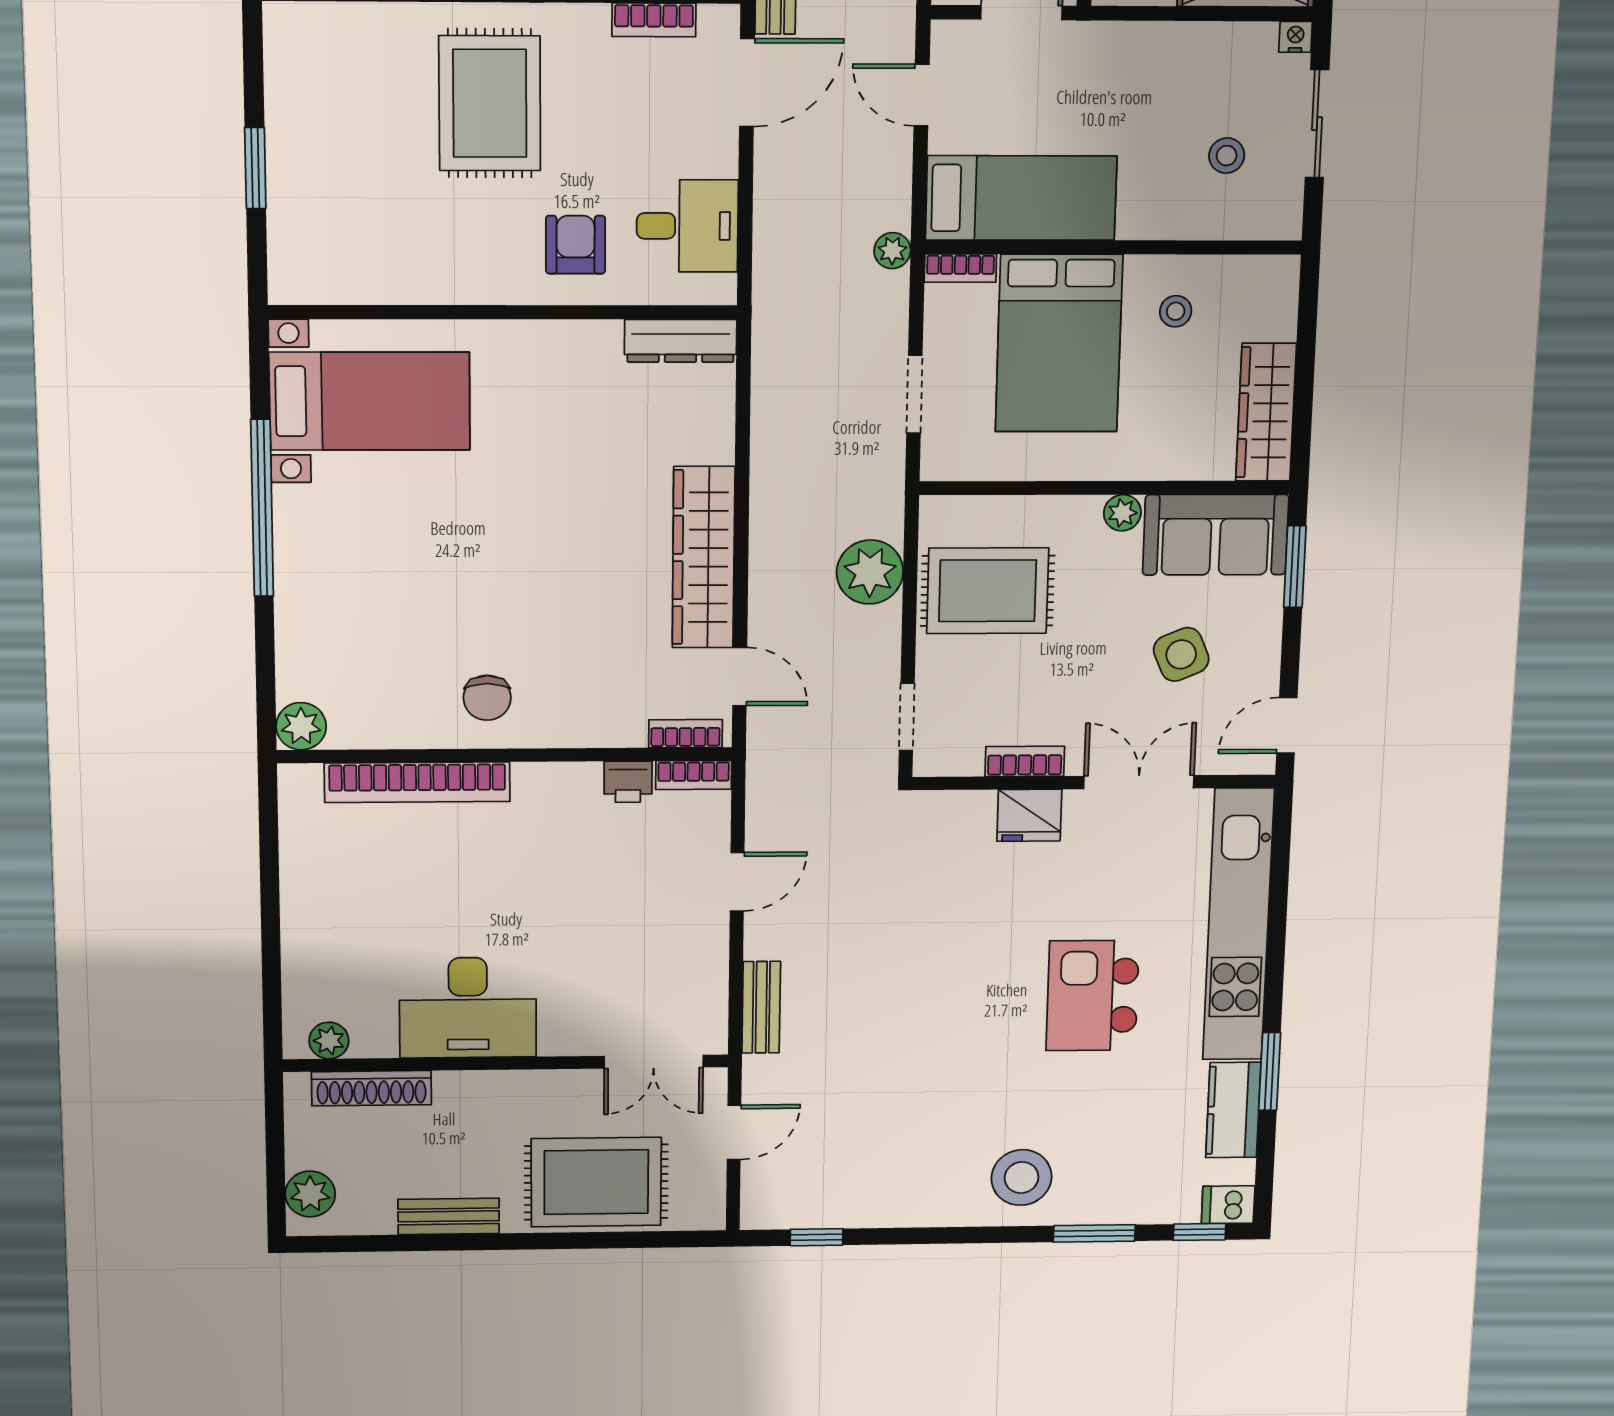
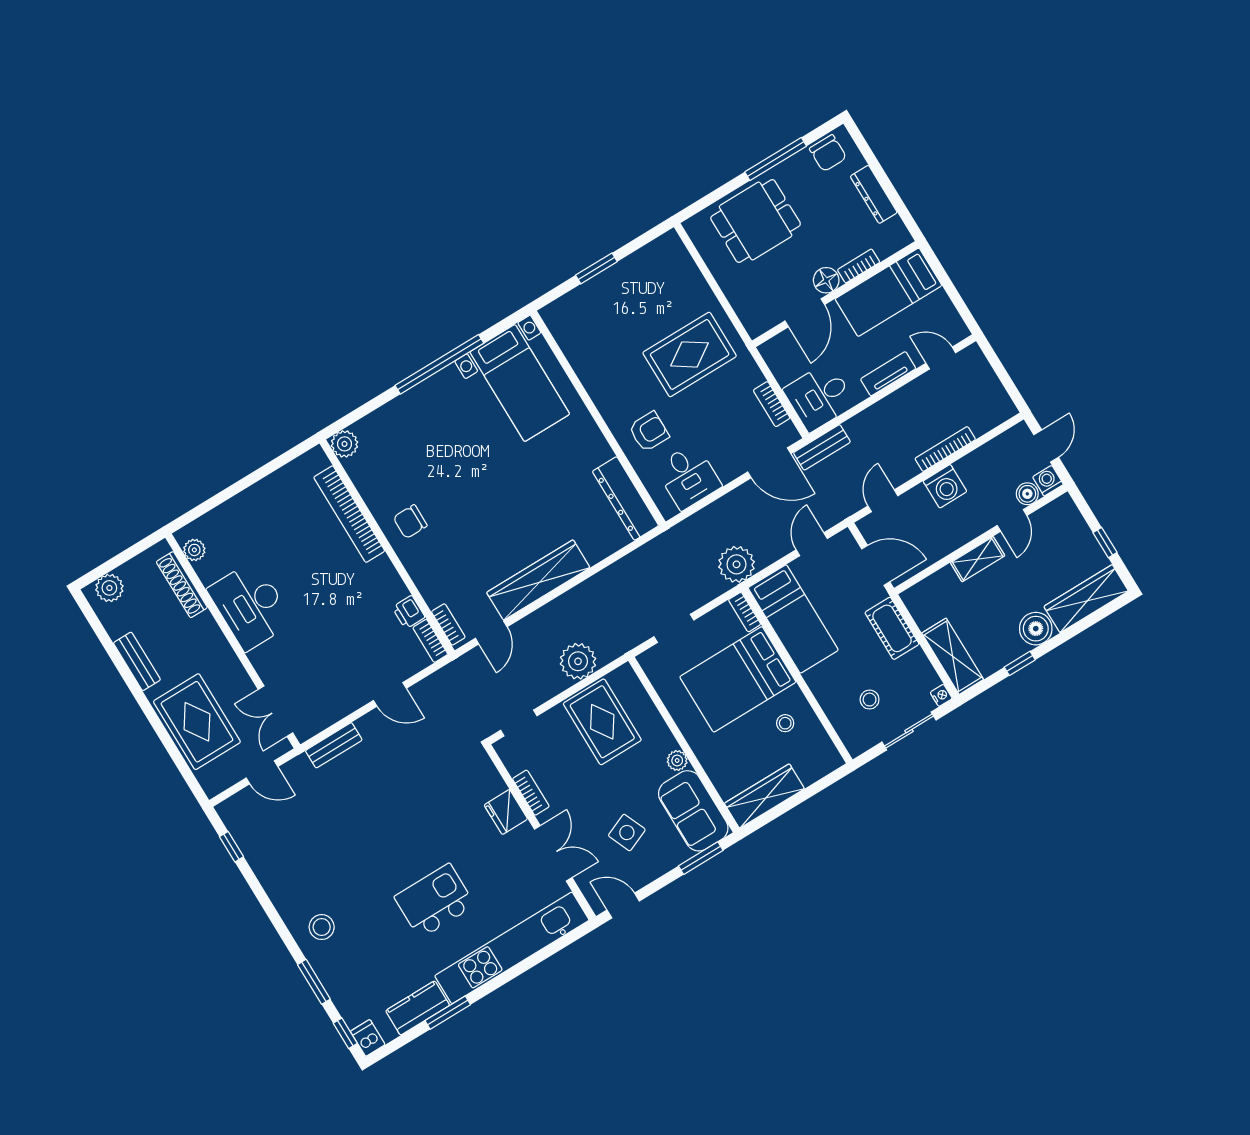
cot: (1138, 49) -> (892, 628), added
plant: (892, 251) -> (736, 564), width x1.87, depth x1.87
dresser: (681, 341) -> (625, 498), width x1.37, depth x1.24
stool: (1021, 1177) -> (322, 927), width x0.73, depth x0.73

